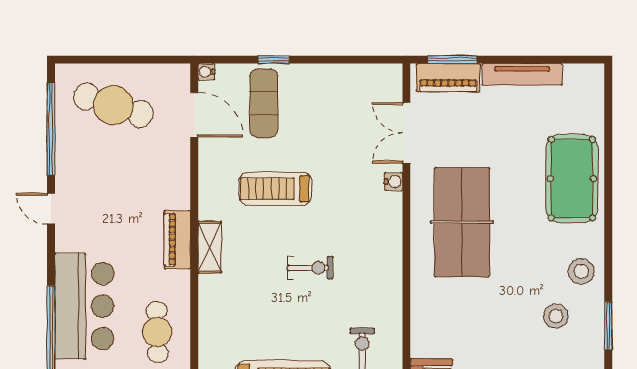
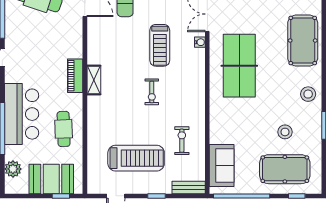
treadmill: (275, 189) -> (160, 45), moved, turned -90
exercise bike: (310, 268) -> (152, 92), turned 90
stool: (556, 316) -> (285, 132), moved

